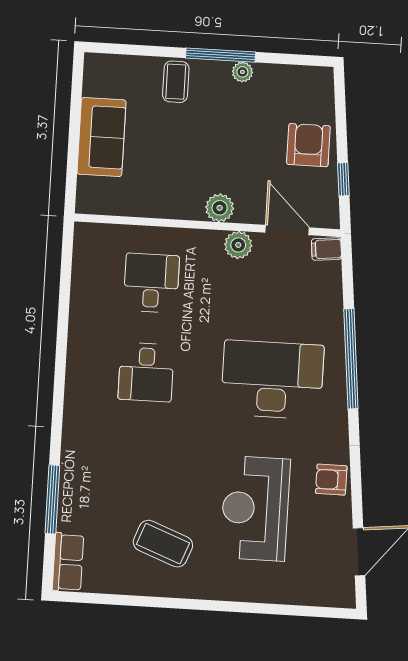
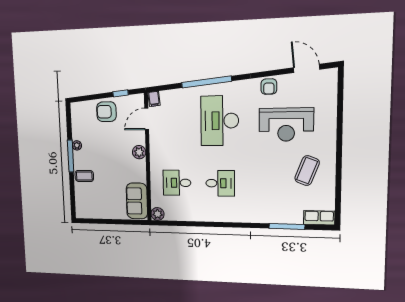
sofa: (101, 137) -> (137, 201), moved, turned -90
plant: (238, 245) -> (158, 214), moved

